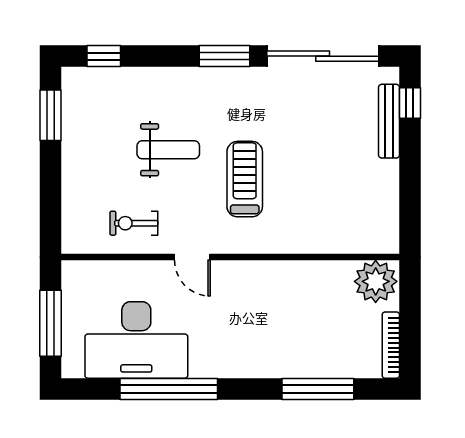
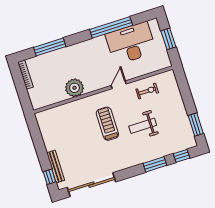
window: (225, 56) -> (155, 164), moved
treadmill: (245, 179) -> (107, 124), turned 180
door: (192, 257) -> (119, 85), hinge flipped
plant: (376, 281) -> (74, 88), moved
window: (51, 323) -> (168, 39), width x0.69

